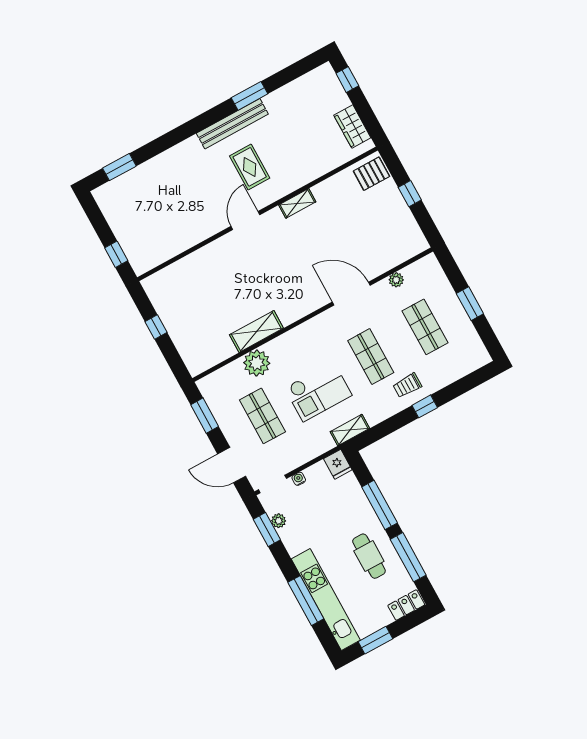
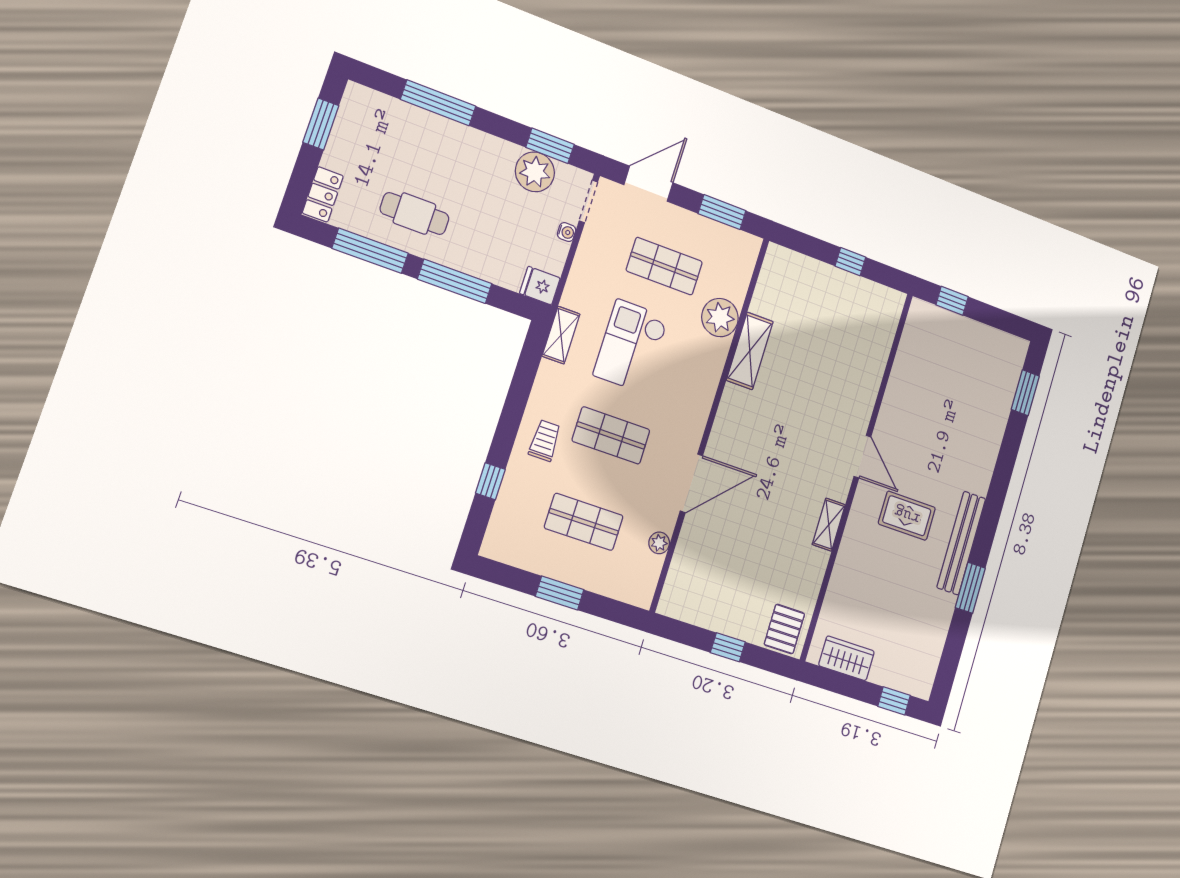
window: (425, 406) -> (490, 481), moved
plant: (279, 521) -> (535, 172), width x1.88, depth x1.88
kitchen unit: (326, 600) -> (418, 123), removed

